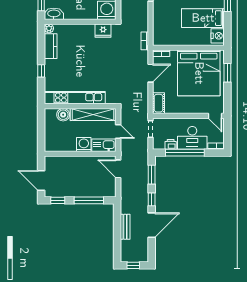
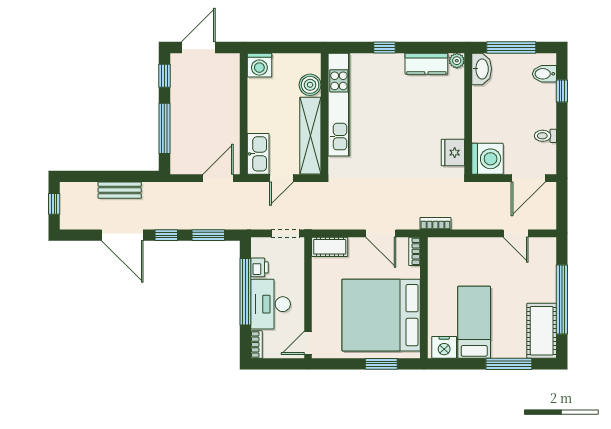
washing machine: (84, 145) -> (259, 65), moved, turned 90

